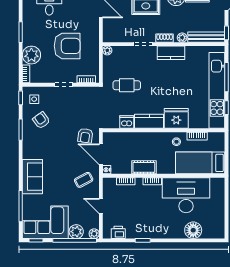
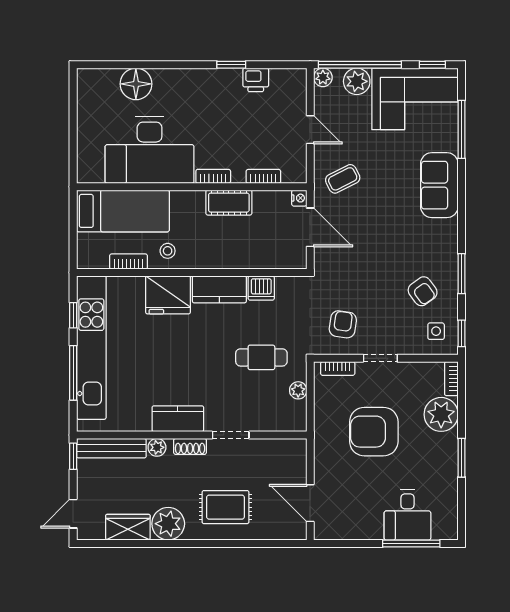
plant: (107, 50) -> (298, 390), moved
armchair: (85, 136) -> (343, 324), moved
printer: (118, 232) -> (256, 80), moved

